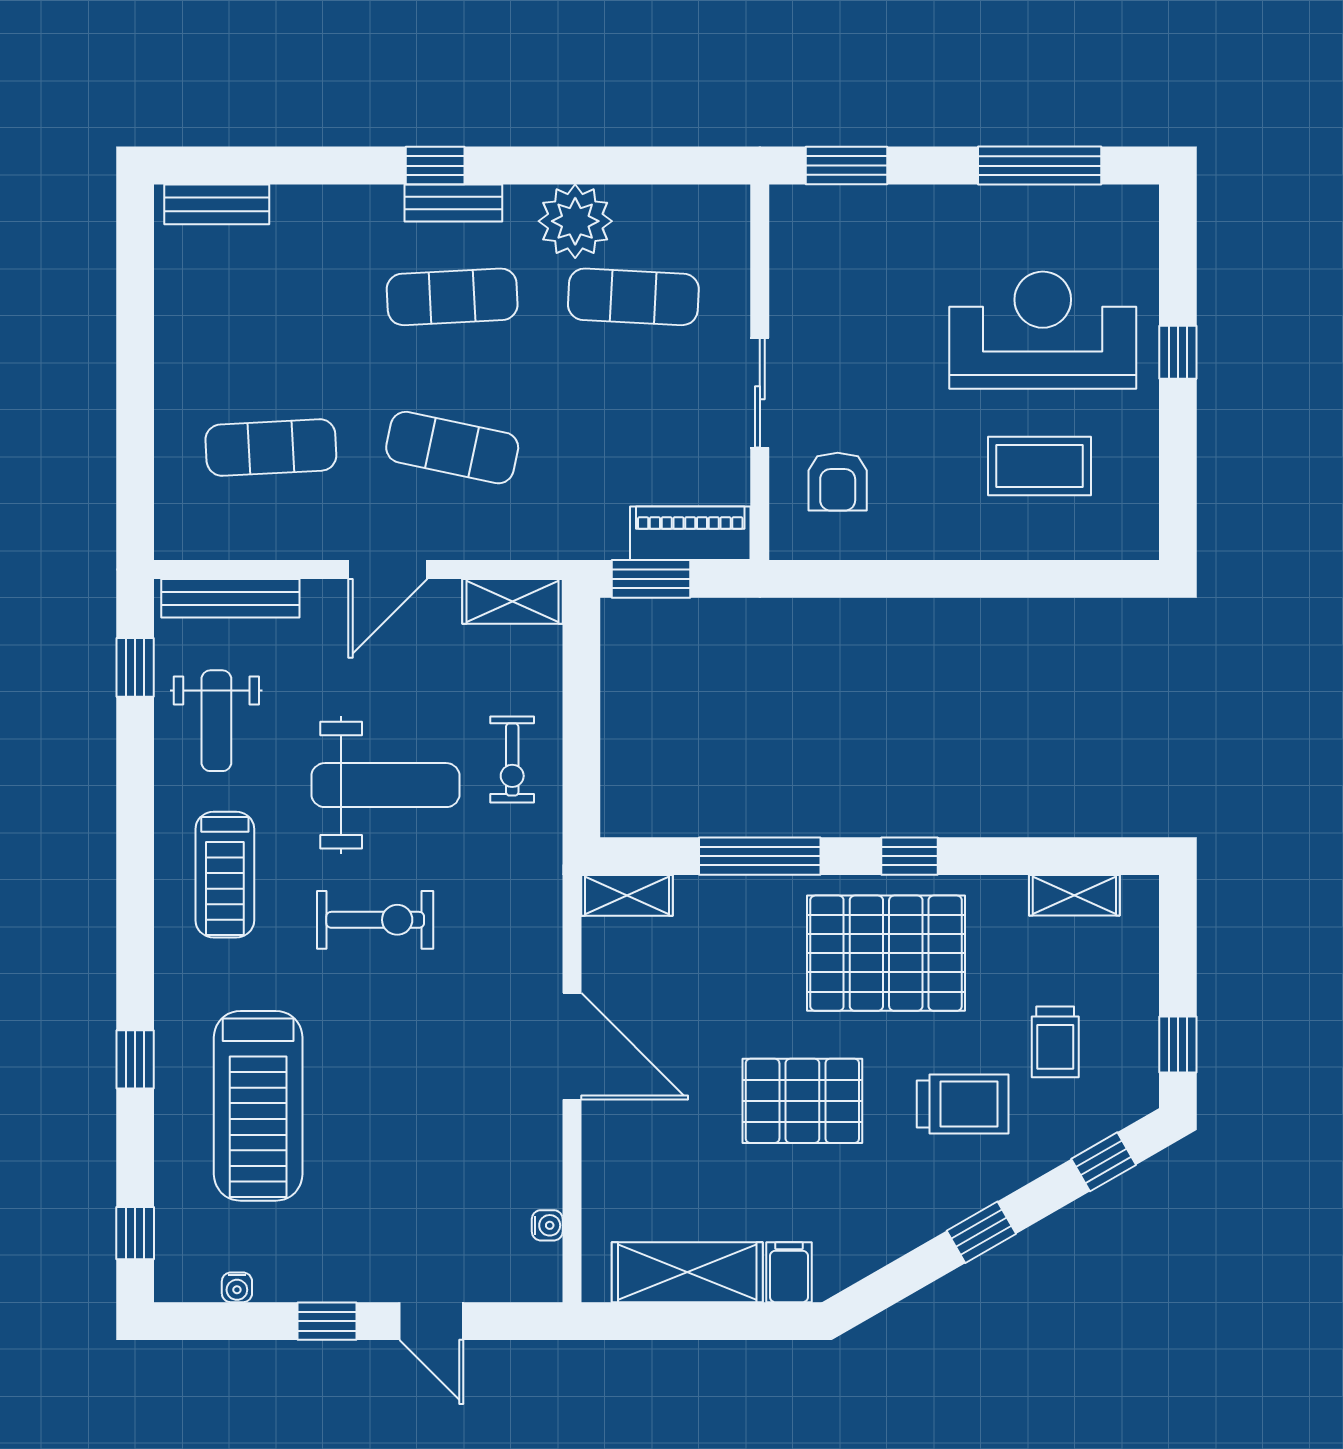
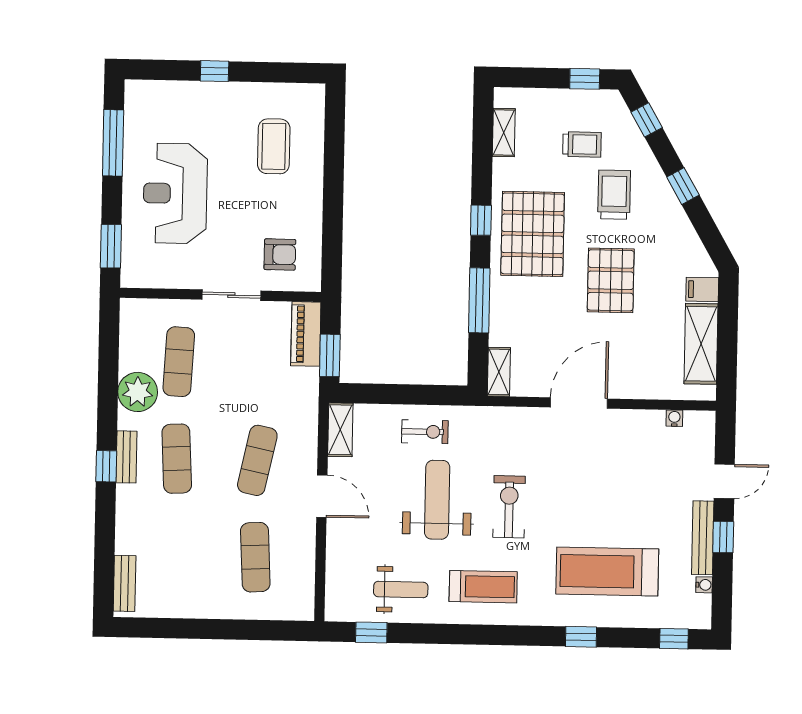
reception desk: (1043, 330) -> (175, 193), moved
bench: (230, 598) -> (703, 538), moved
treadmill: (258, 1106) -> (607, 571), turned 180

